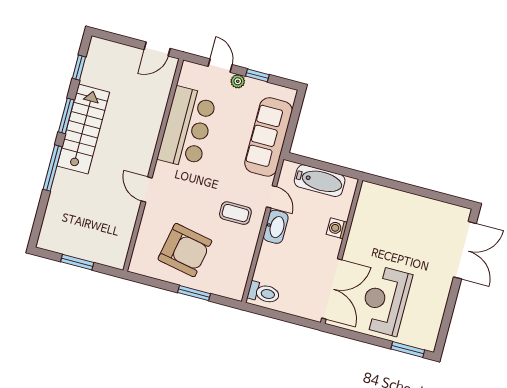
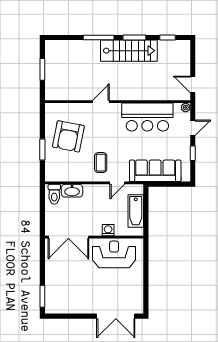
plant: (238, 81) -> (186, 107), moved
washbasin: (276, 227) -> (72, 191), moved
reception desk: (385, 301) -> (114, 254), moved

